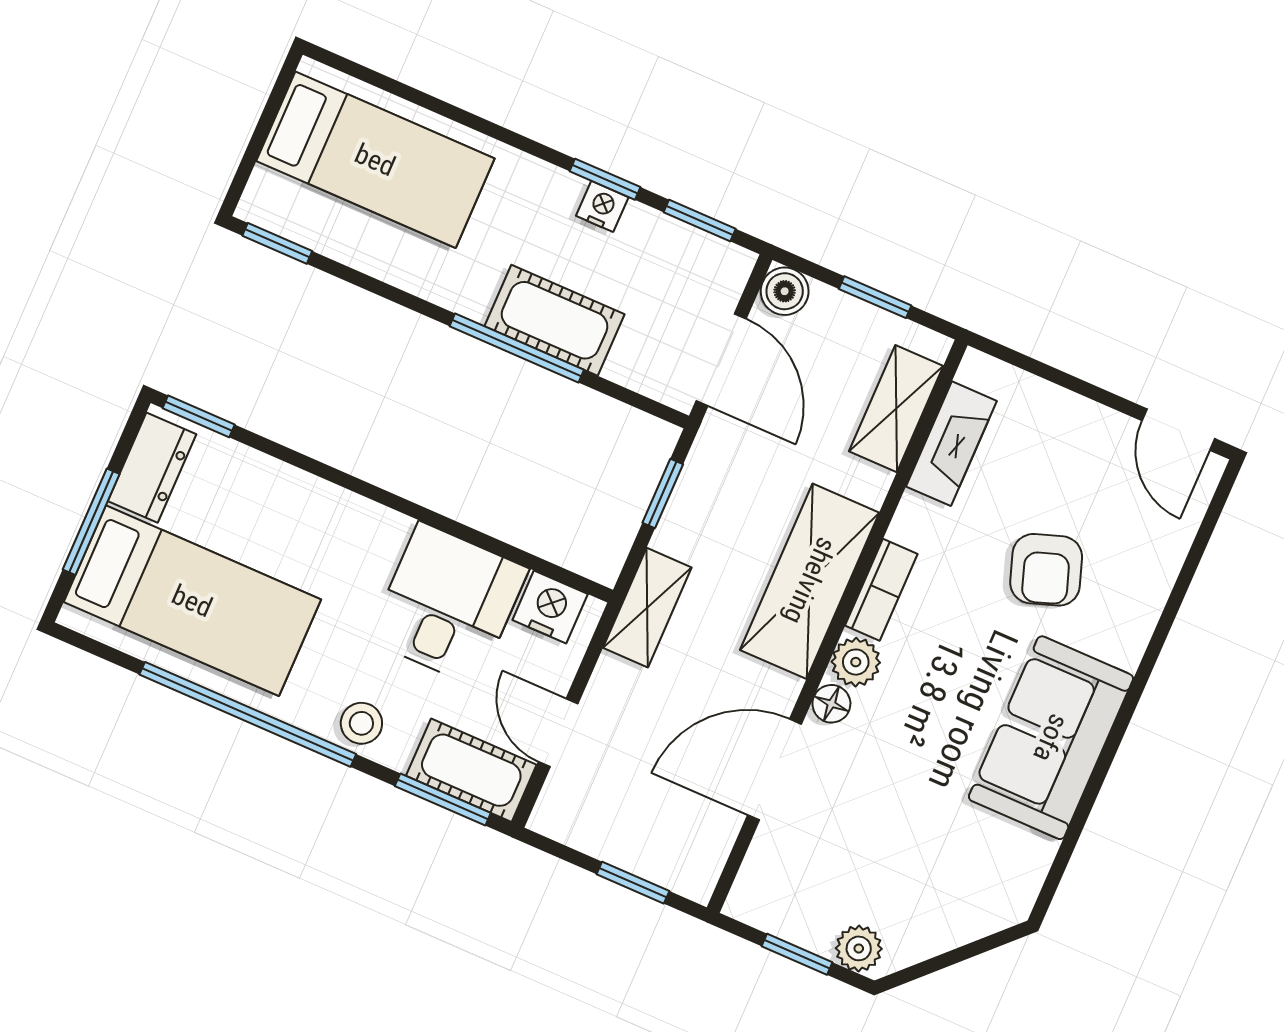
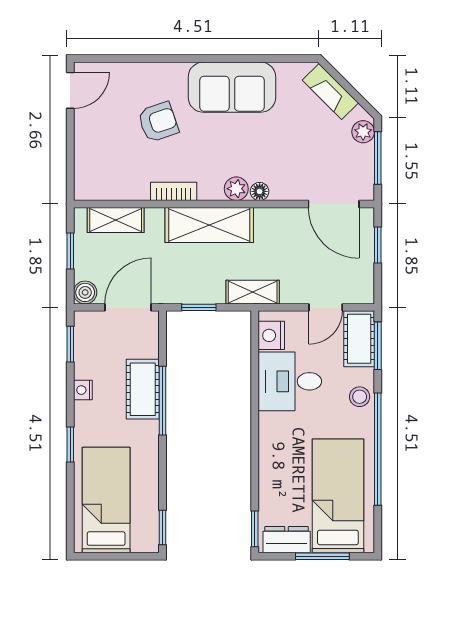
window: (605, 179) -> (70, 444), moved
fireplace: (951, 444) -> (330, 92), moved, turned -135
bookcase: (881, 590) -> (174, 191), moved
door: (775, 770) -> (334, 204), moved
window: (797, 954) -> (378, 158), width x1.50

